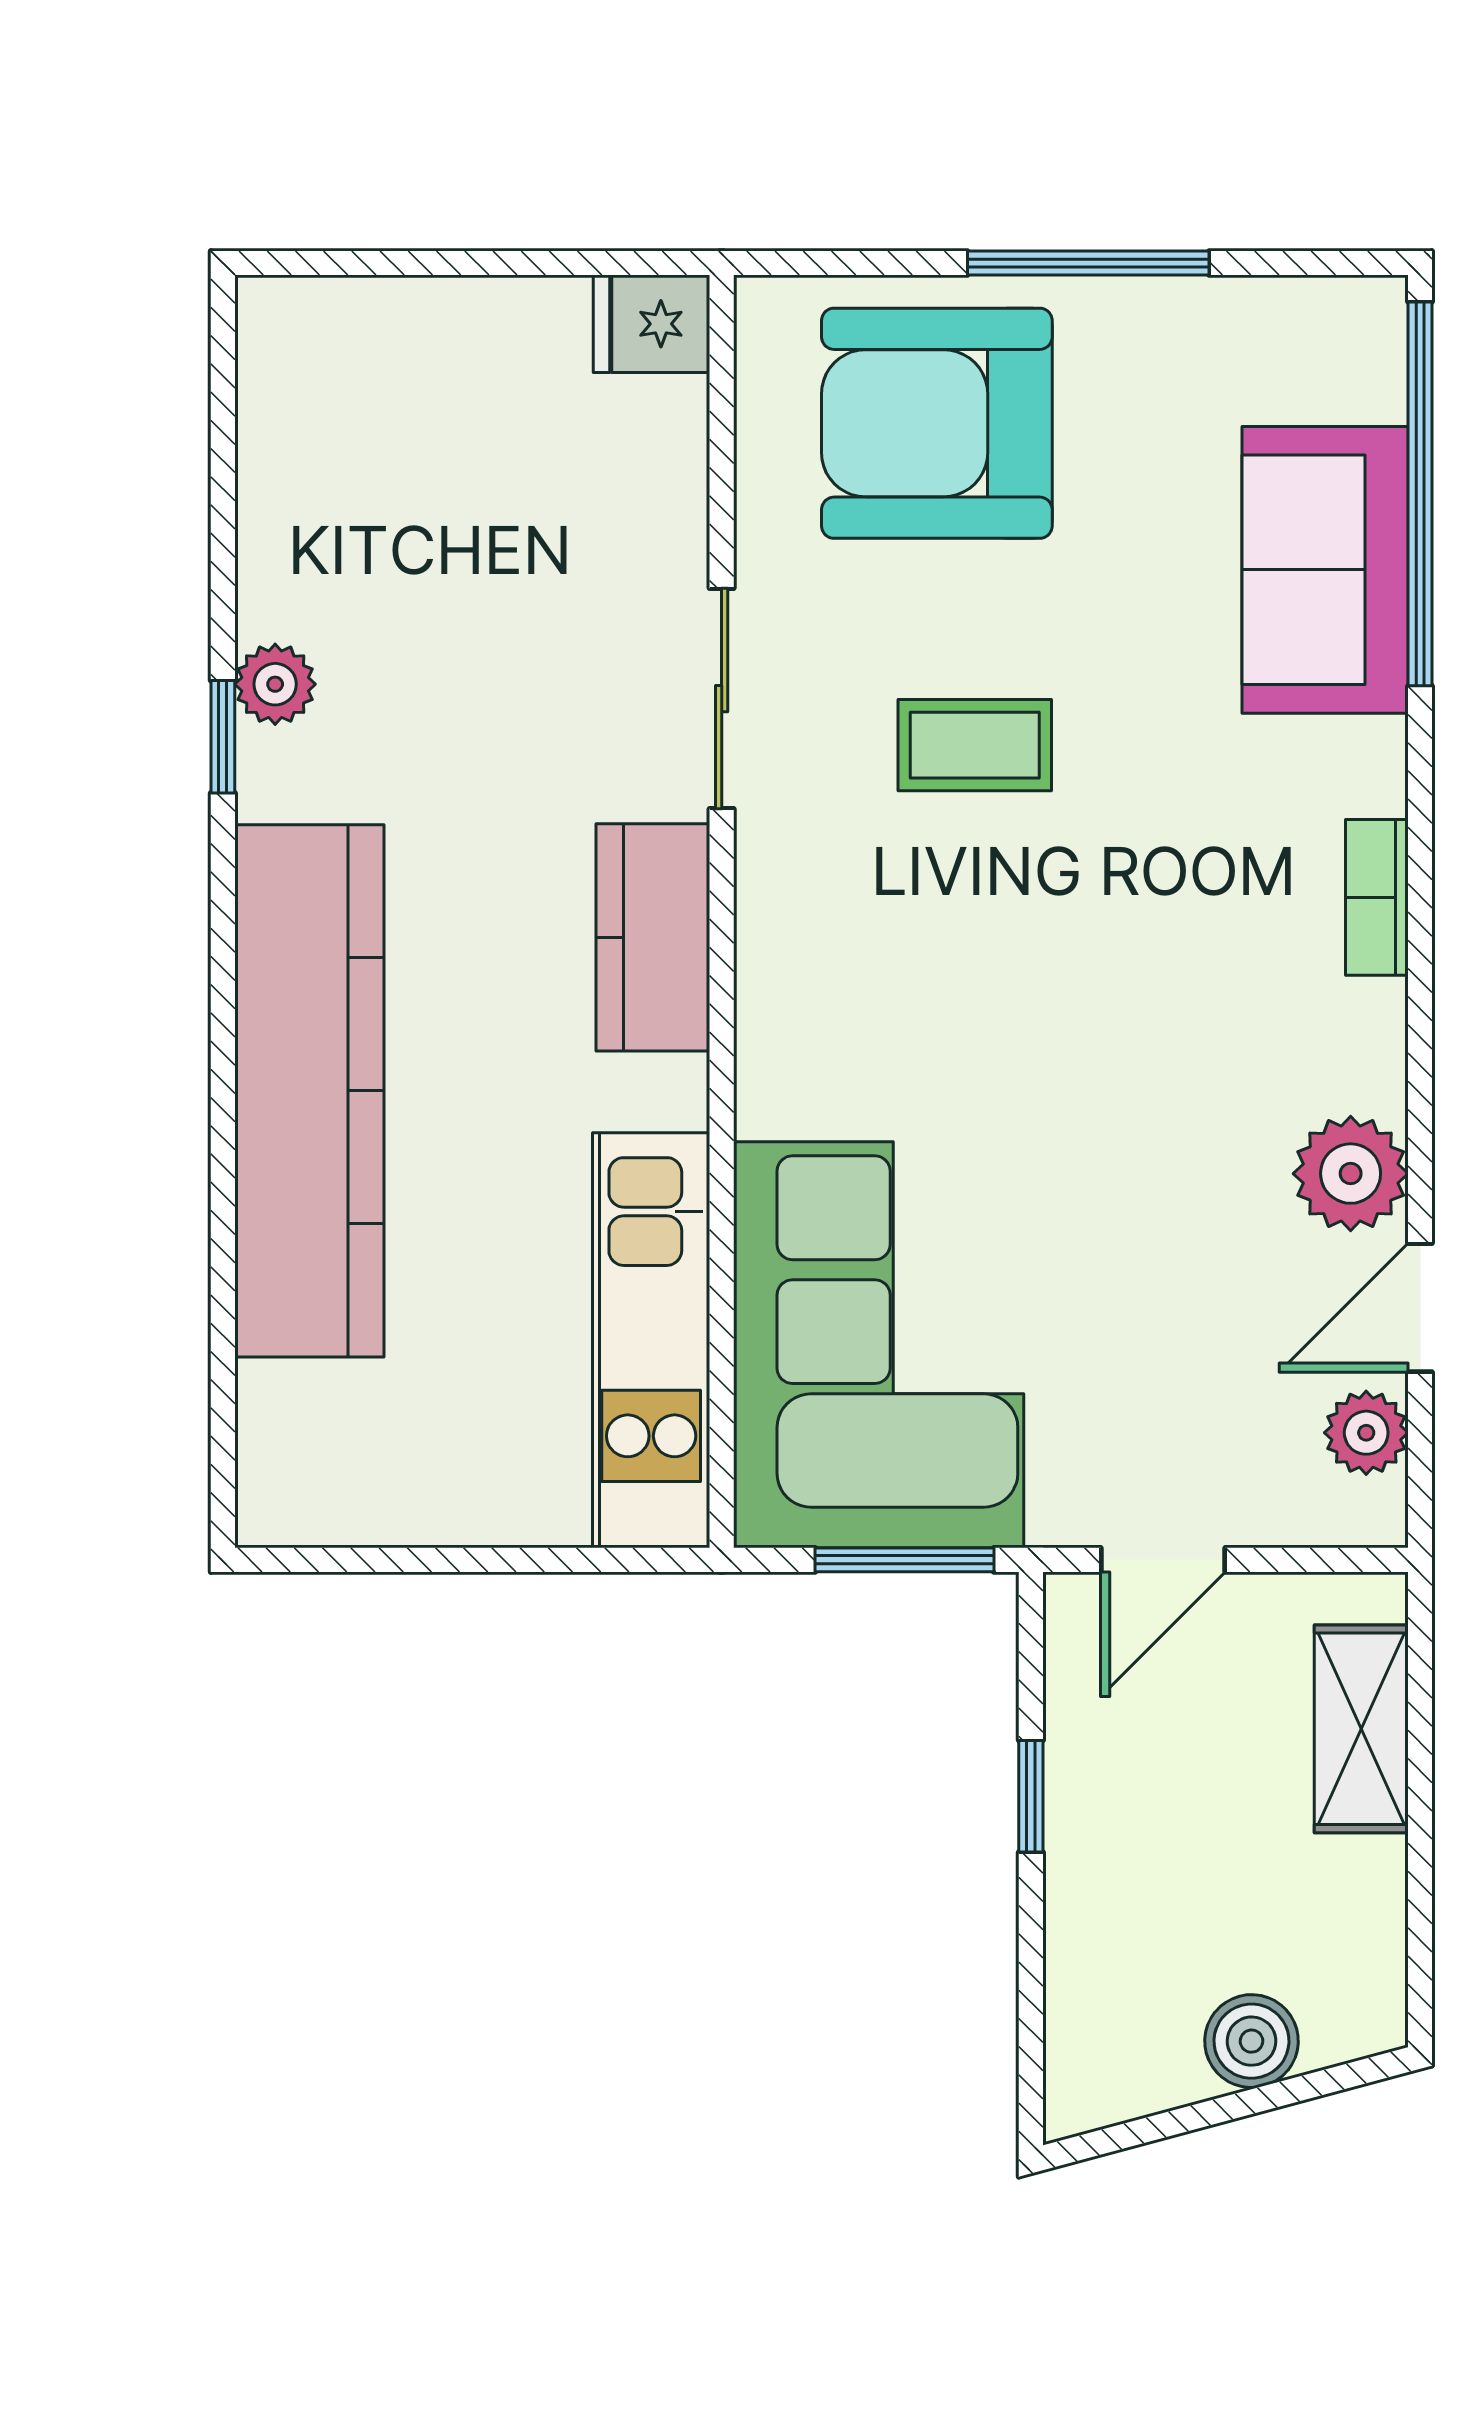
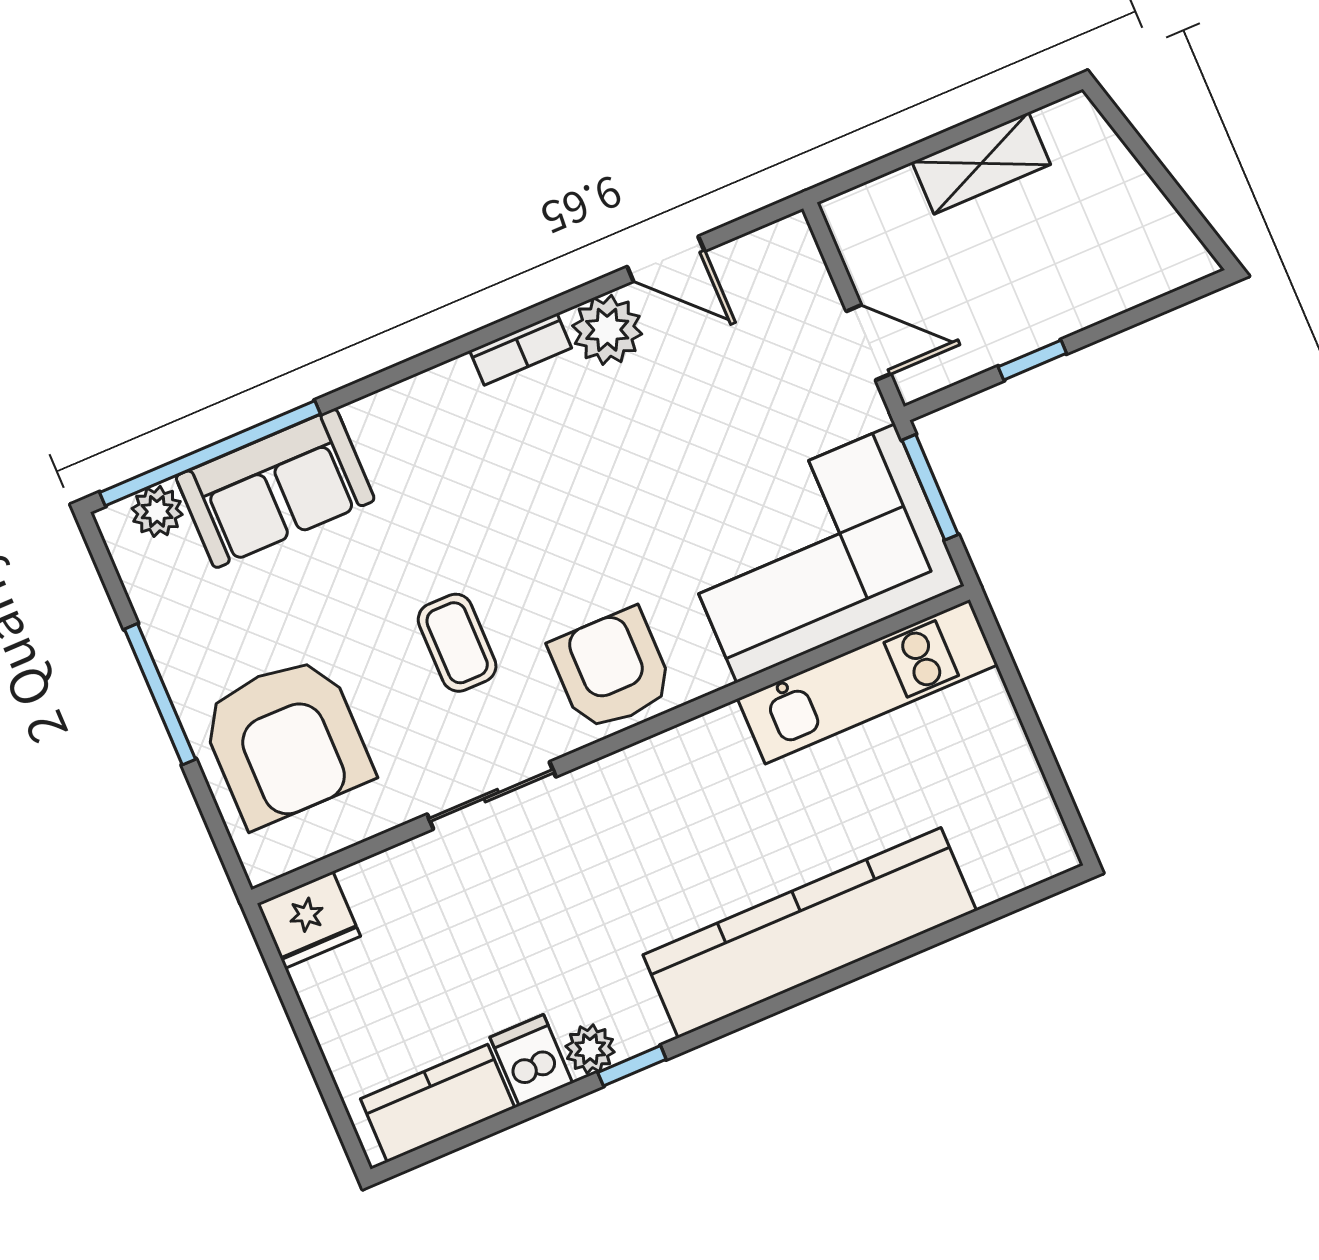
fridge: (651, 324) -> (309, 920), width x1.38
dishwasher: (296, 588) -> (531, 1060), added
bookcase: (1377, 897) -> (521, 349), moved
kitchen counter: (653, 937) -> (438, 1103), moved, turned 180
armchair: (835, 961) -> (611, 670), added
plant: (1366, 1433) -> (157, 511), moved
shelving: (1361, 1729) -> (981, 163), moved
boiler: (1251, 2041) -> (1117, 178), removed

